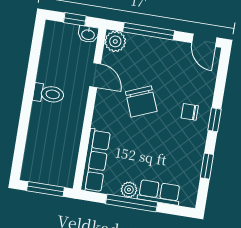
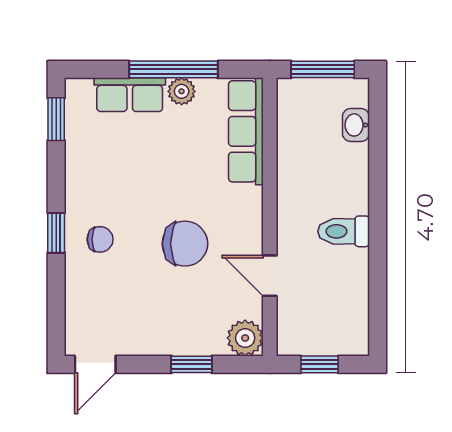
window: (149, 31) -> (192, 364), width x0.46
washbasin: (88, 34) -> (356, 125), moved, turned -90
door: (204, 40) -> (95, 364), swing flipped
chair: (141, 101) -> (185, 244), turned 112
window: (207, 166) -> (56, 119), moved

